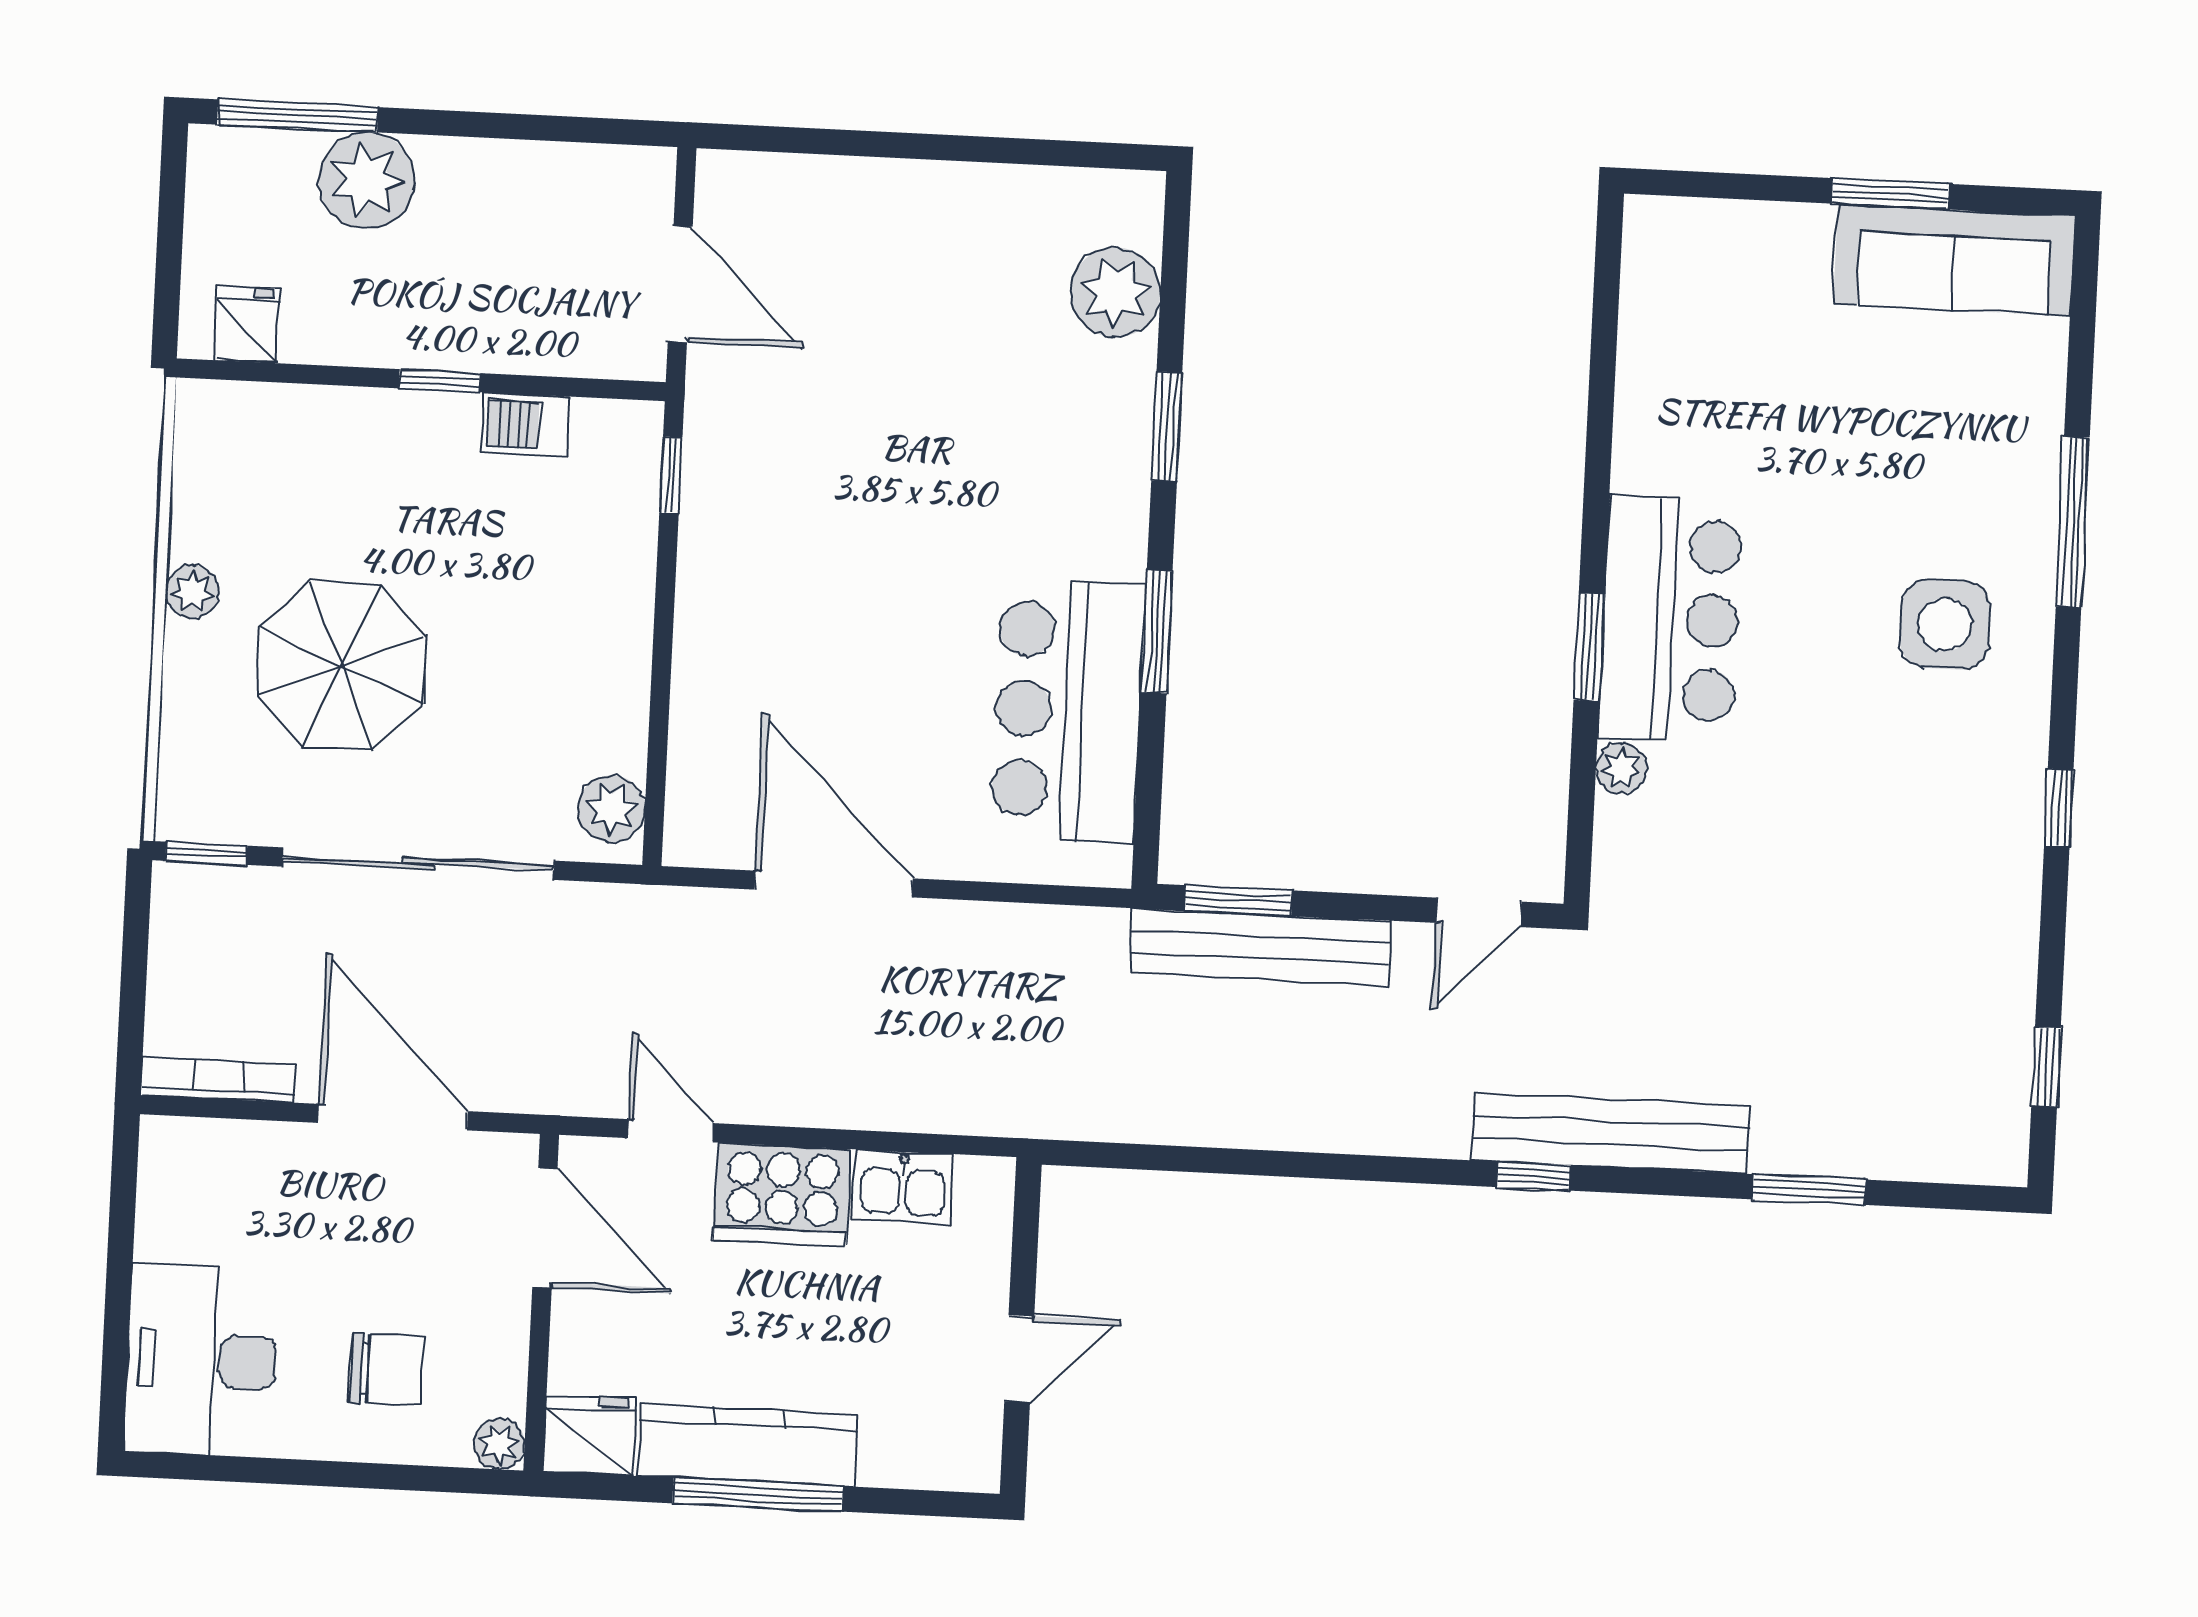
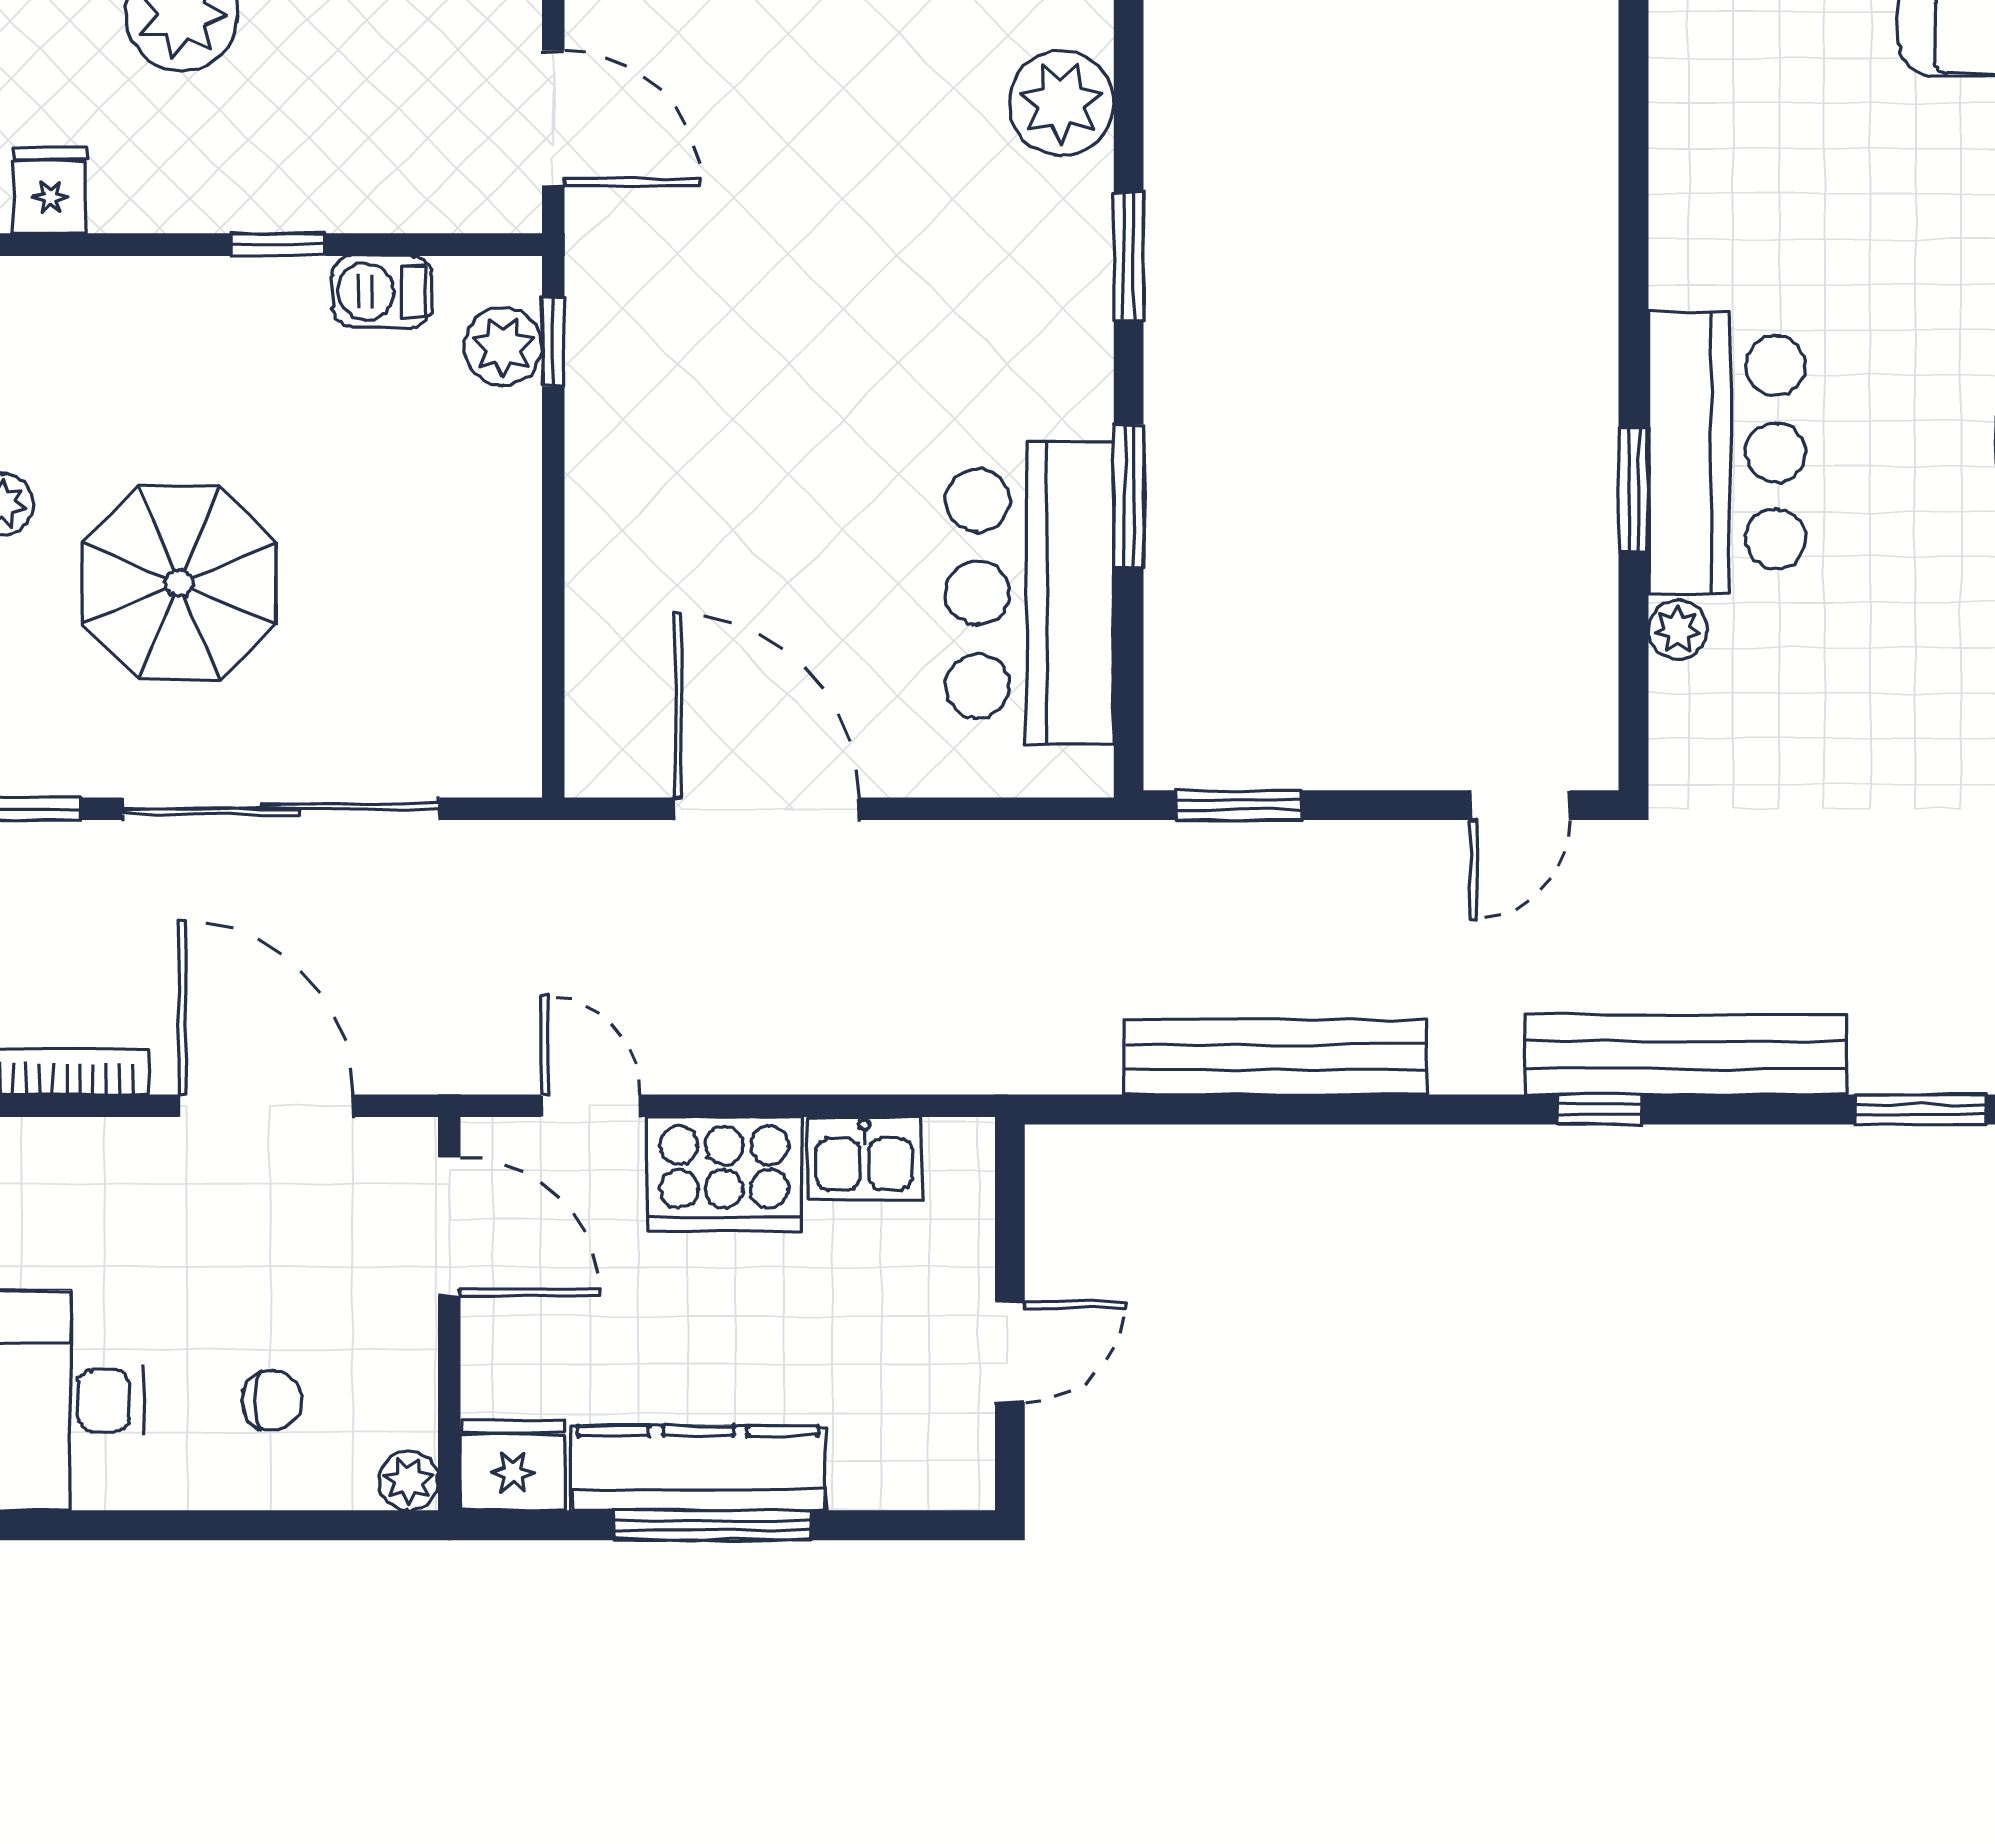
plant: (611, 809) -> (503, 346), moved
bench: (1260, 947) -> (1275, 1057), moved
chair: (386, 1369) -> (272, 1400), width x0.73, depth x0.73

